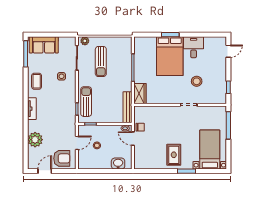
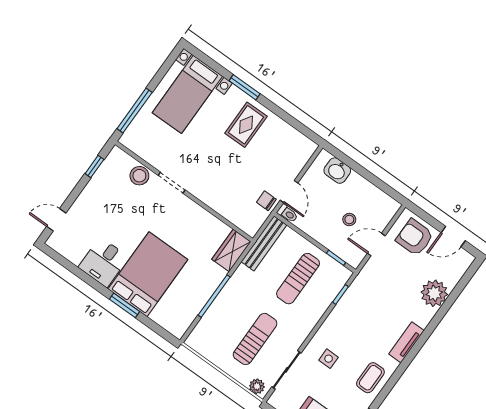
stool: (197, 81) -> (139, 176), moved
sun lounger: (86, 102) -> (298, 279), moved

